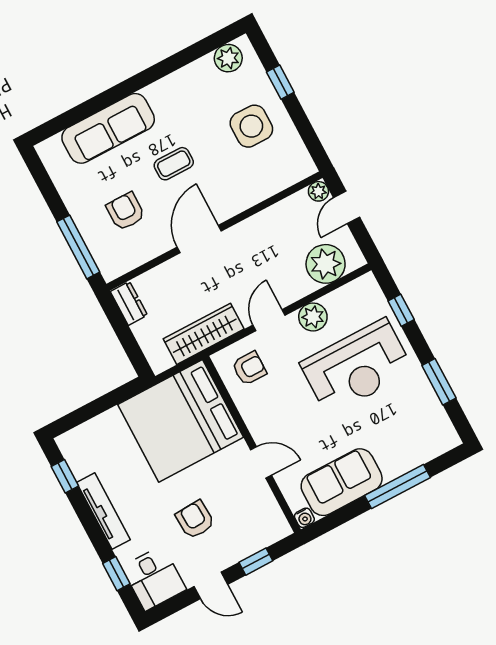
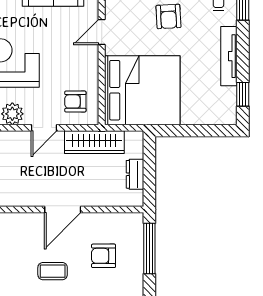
armchair: (125, 211) -> (104, 256), turned 90
dresser: (129, 303) -> (135, 174), moved
door: (261, 462) -> (102, 32), hinge flipped

